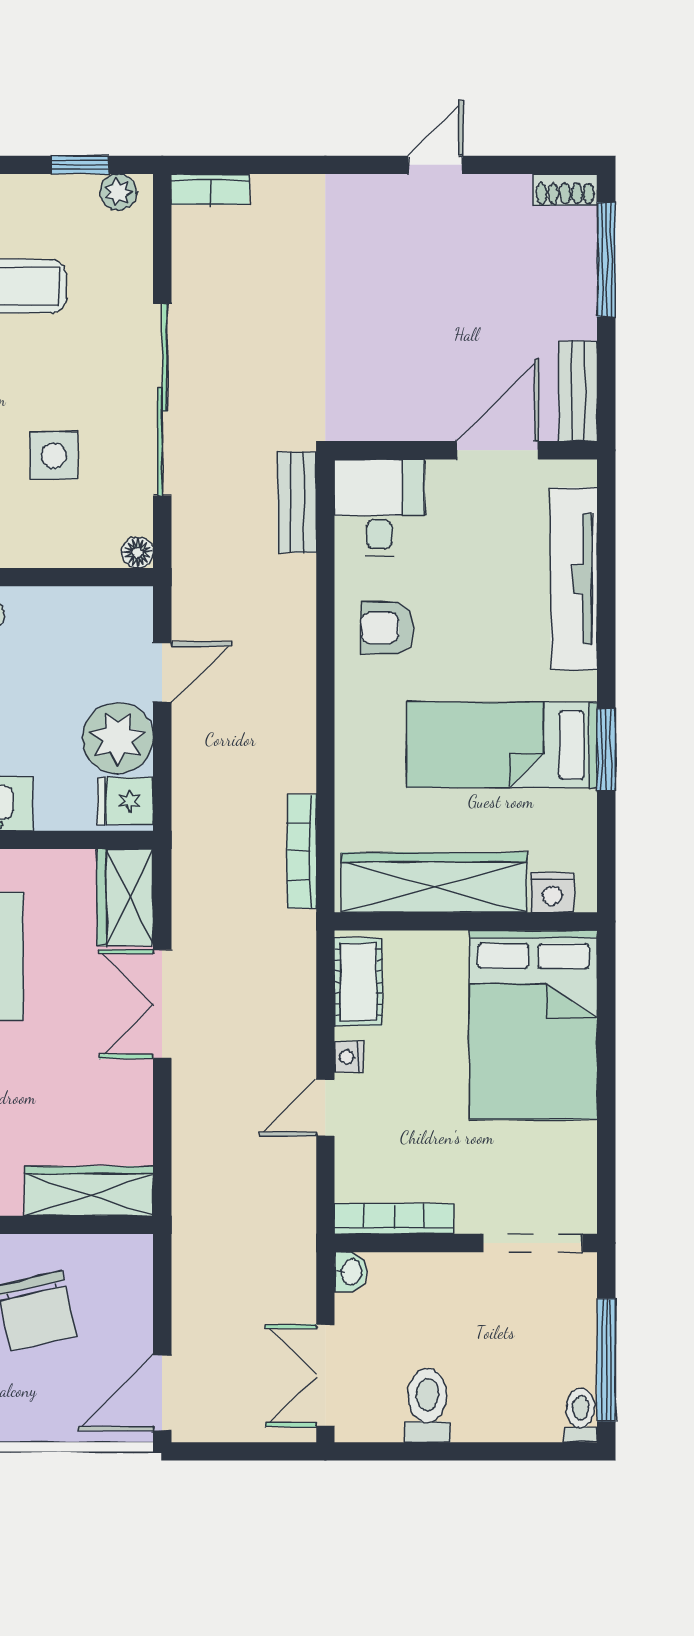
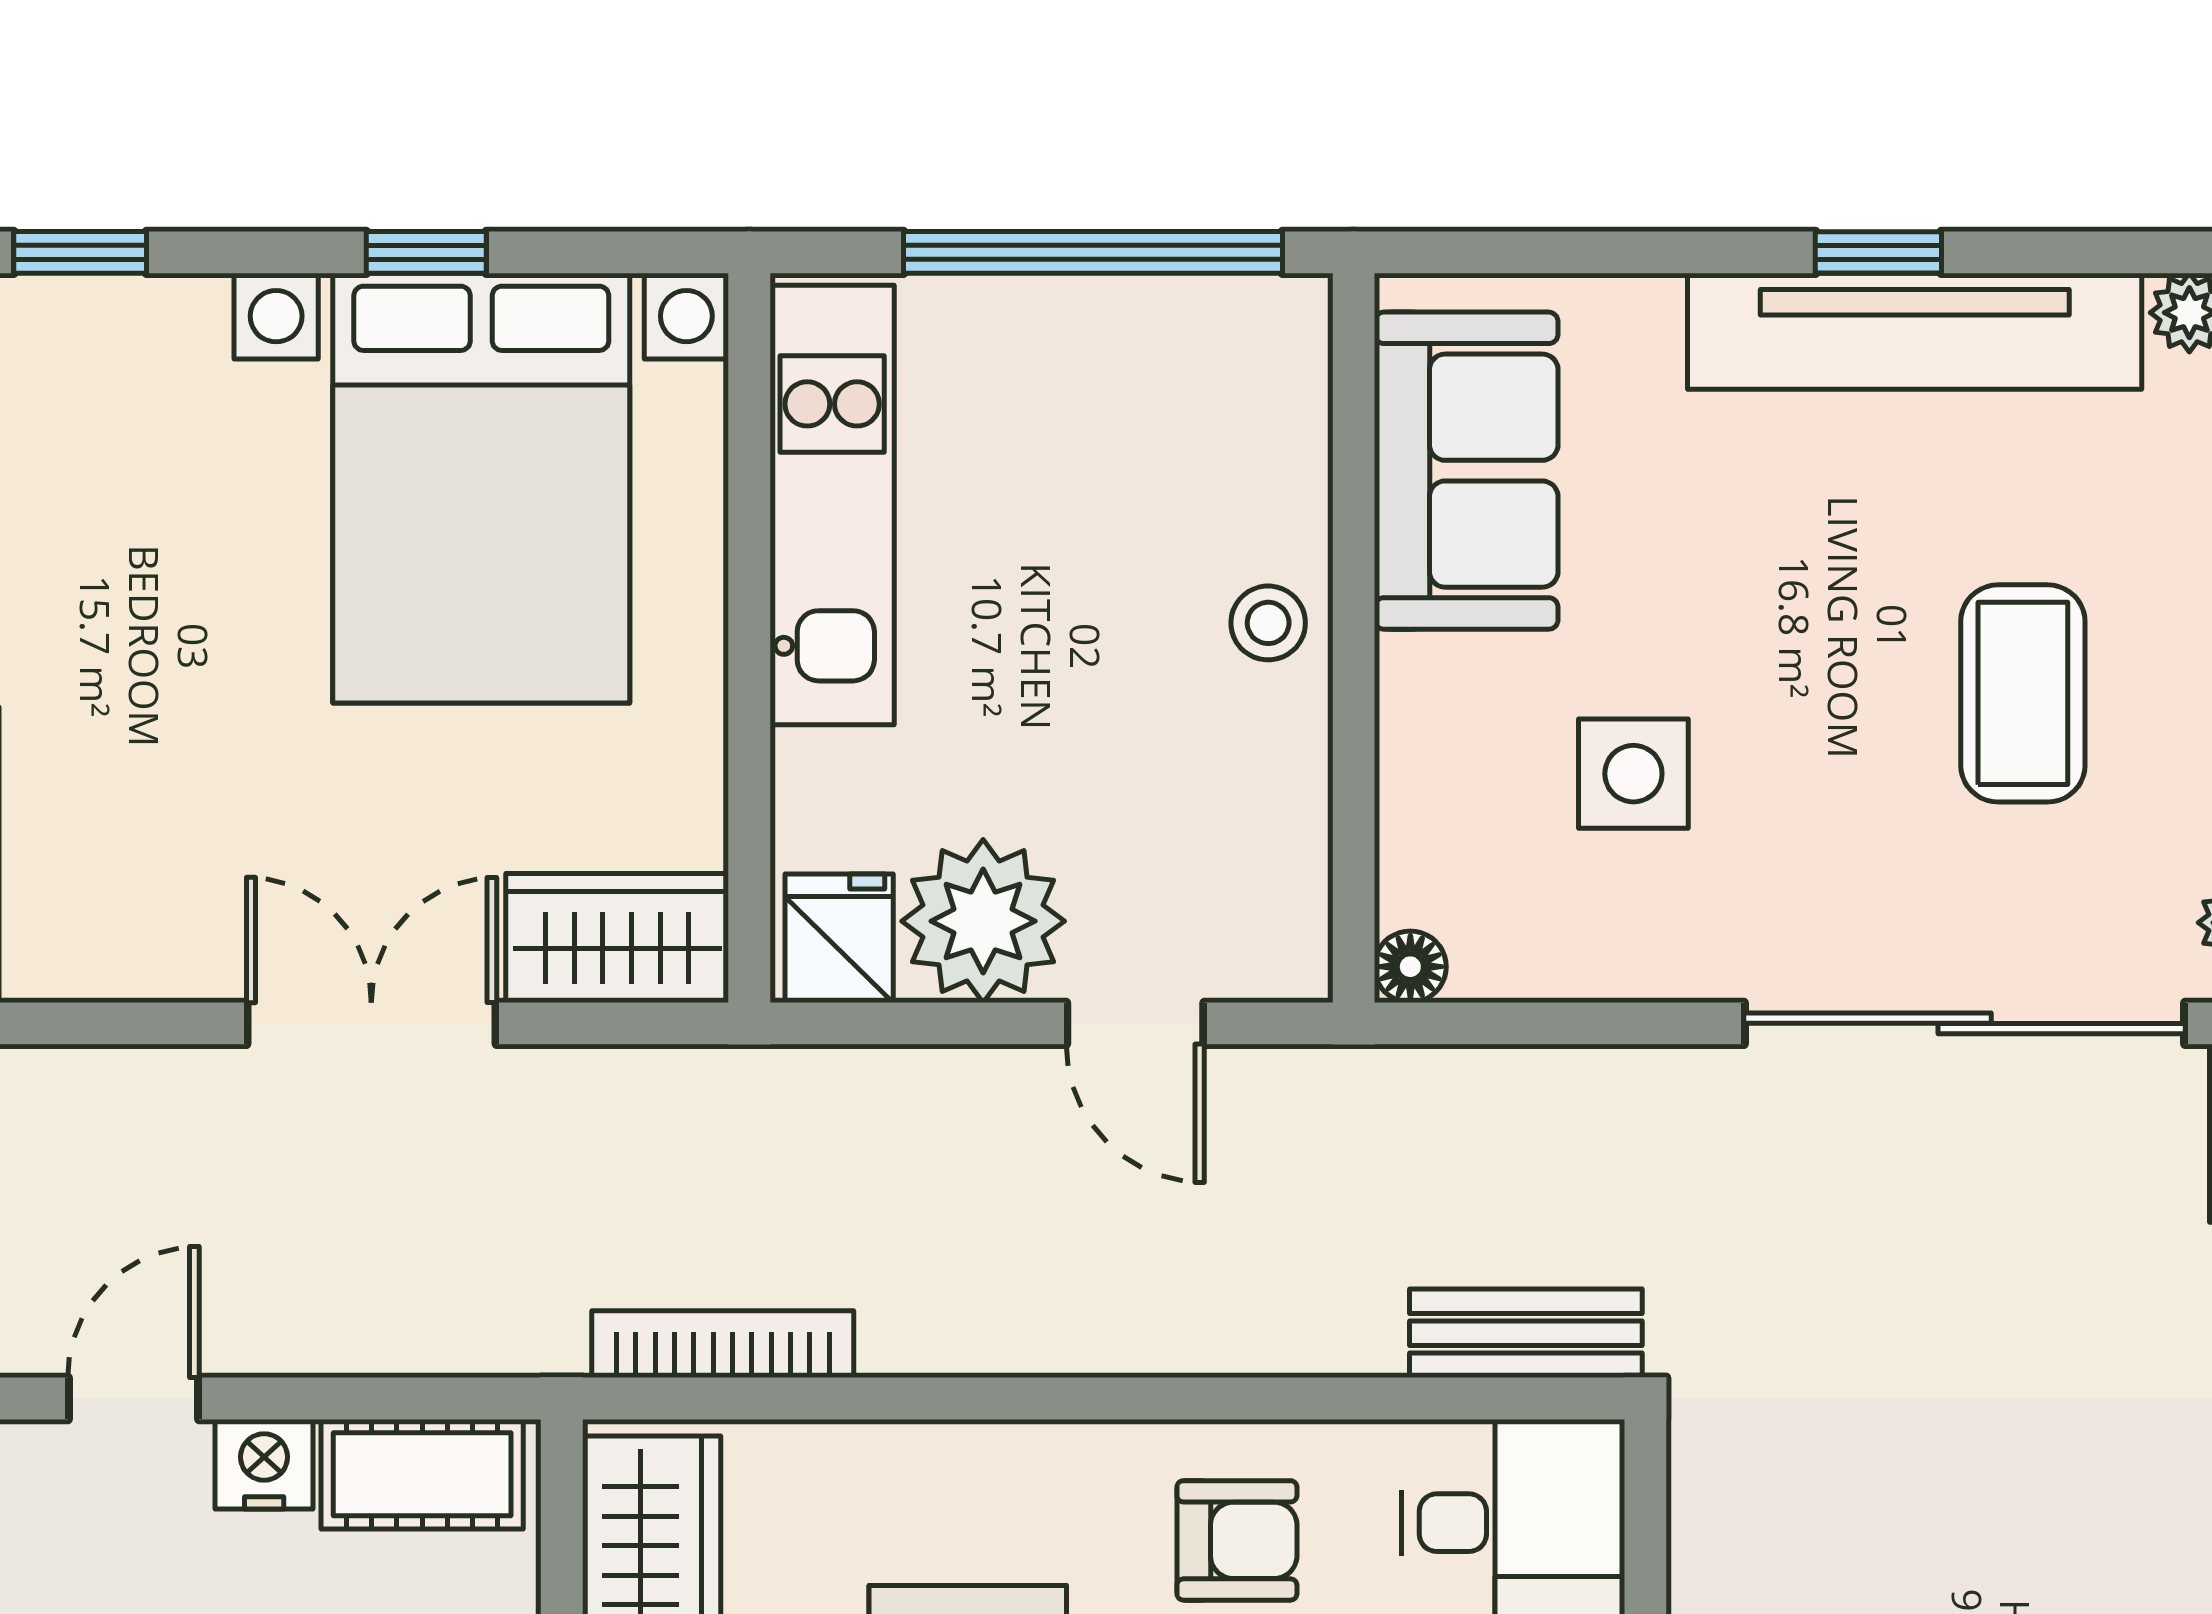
sliding door: (162, 400) -> (1965, 1023), moved
armchair: (387, 628) -> (1237, 1540), turned 90
nightstand: (349, 1057) -> (264, 1464), width x1.39, depth x1.35
door: (325, 1108) -> (133, 1398), hinge flipped

